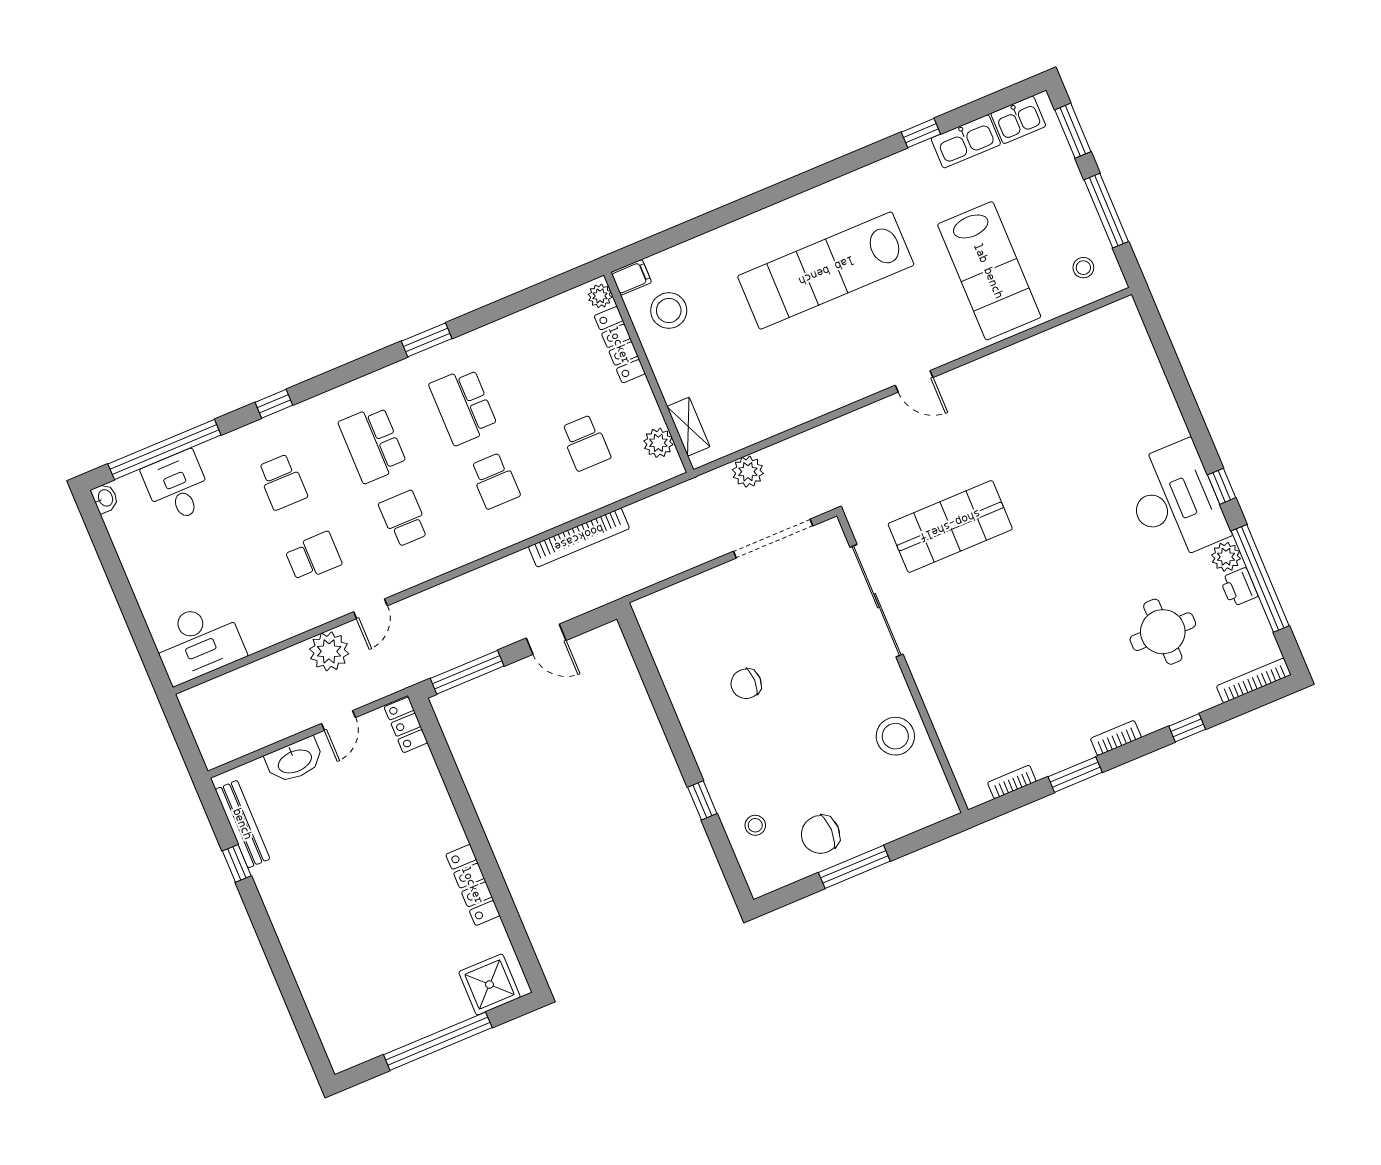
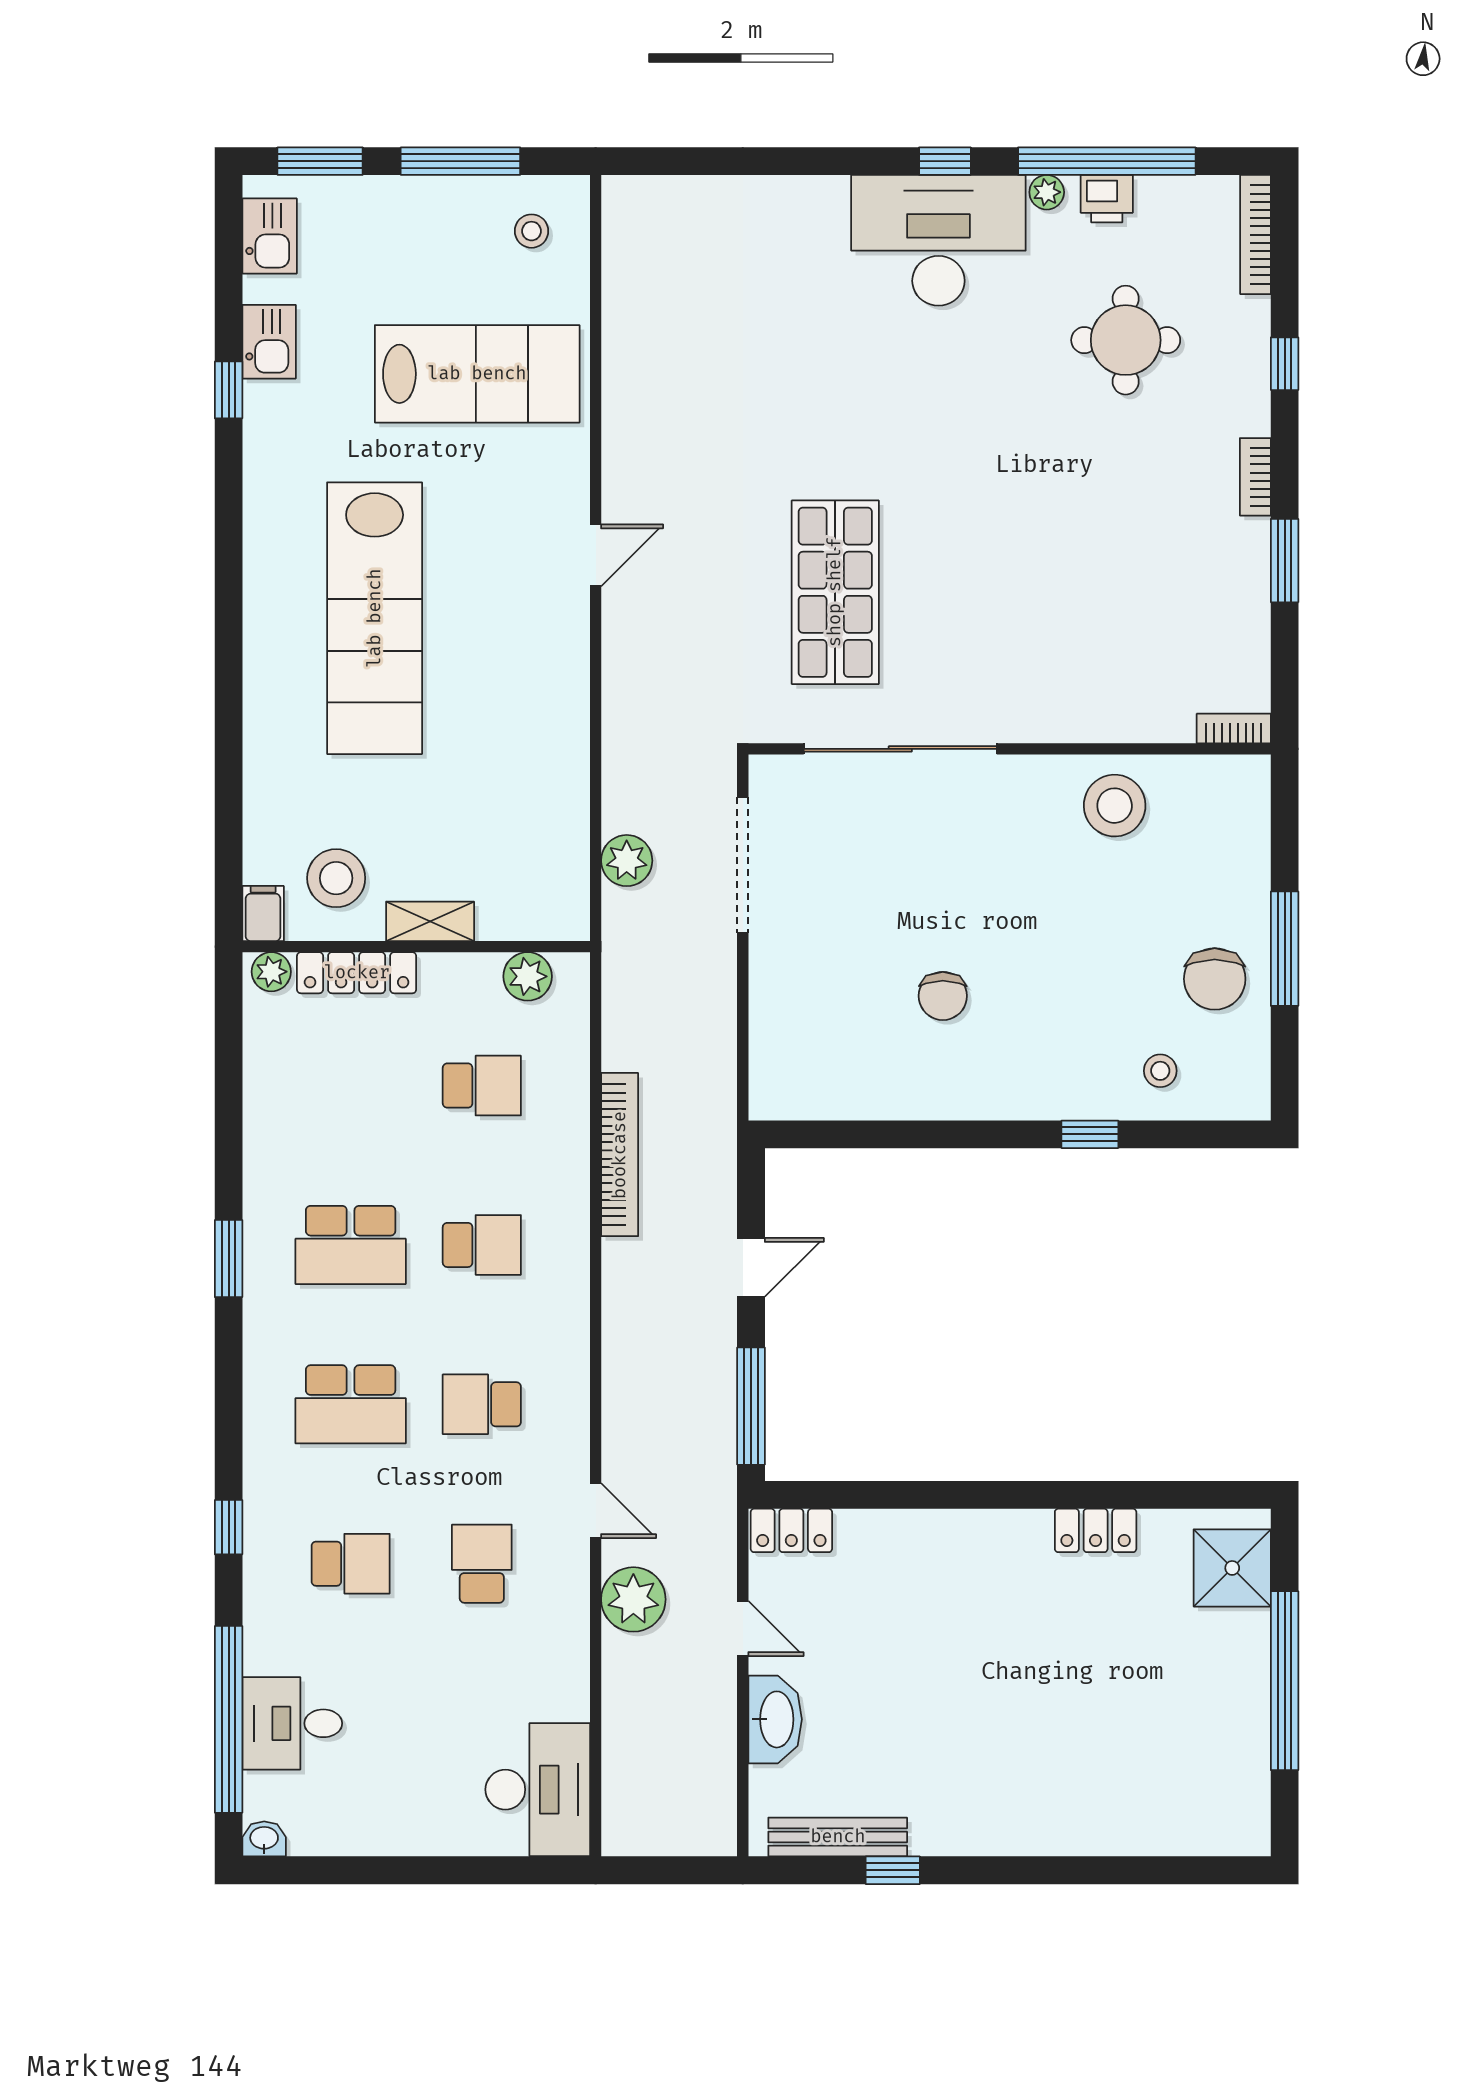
kitchen sink: (966, 141) -> (269, 342), width x0.73
shelving: (688, 427) -> (430, 921), moved
plant: (1226, 557) -> (1047, 192), width x0.73, depth x0.73
bookcase: (1012, 782) -> (1234, 729), moved, turned 90
locker: (473, 885) -> (1096, 1530), width x0.66

